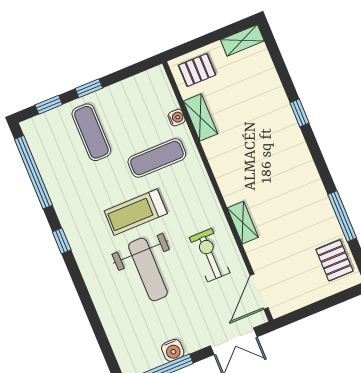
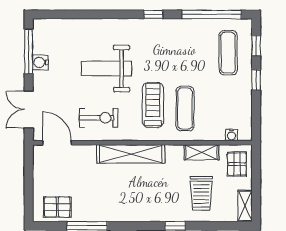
trolley: (249, 98) -> (201, 193), added
water cooler: (177, 118) -> (232, 135), moved
exercise mat: (91, 132) -> (228, 53), moved, turned 90
treadmill: (136, 212) -> (153, 105), moved
shelving: (243, 223) -> (131, 154), width x2.20, depth x1.33

